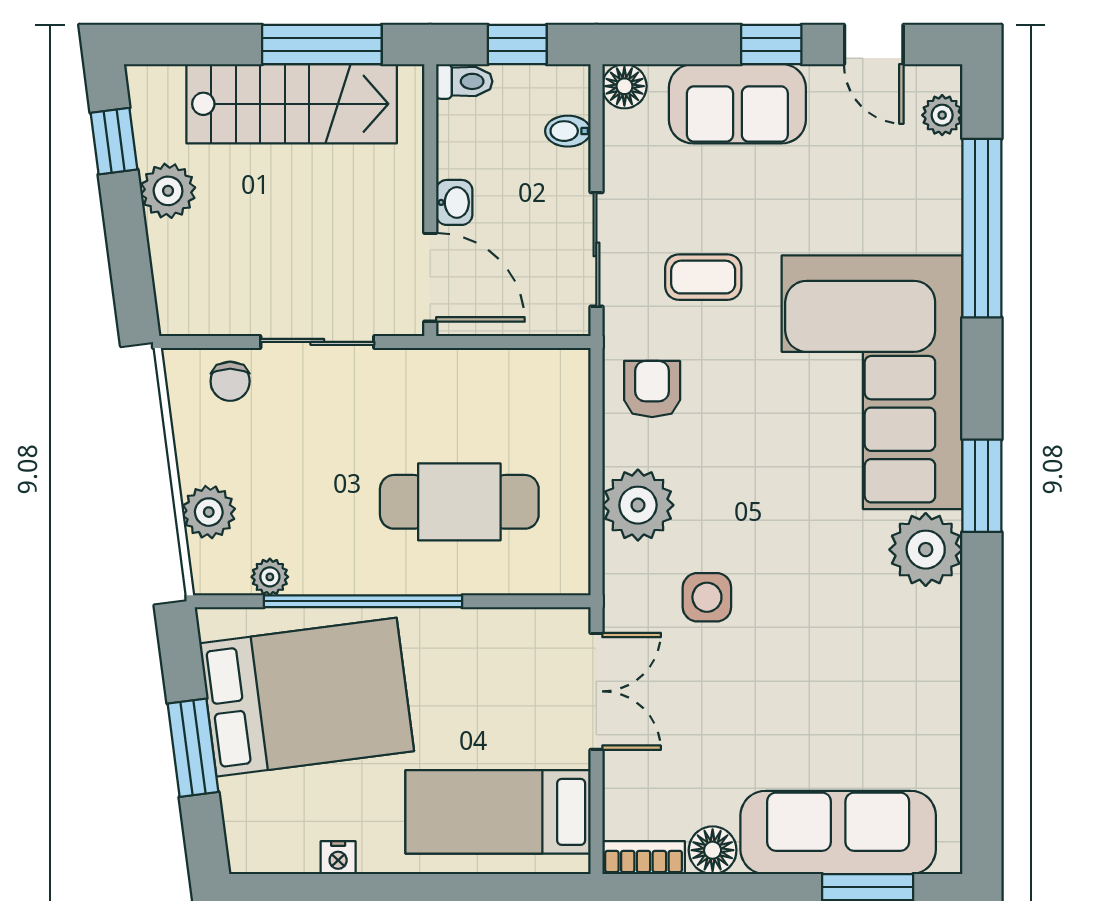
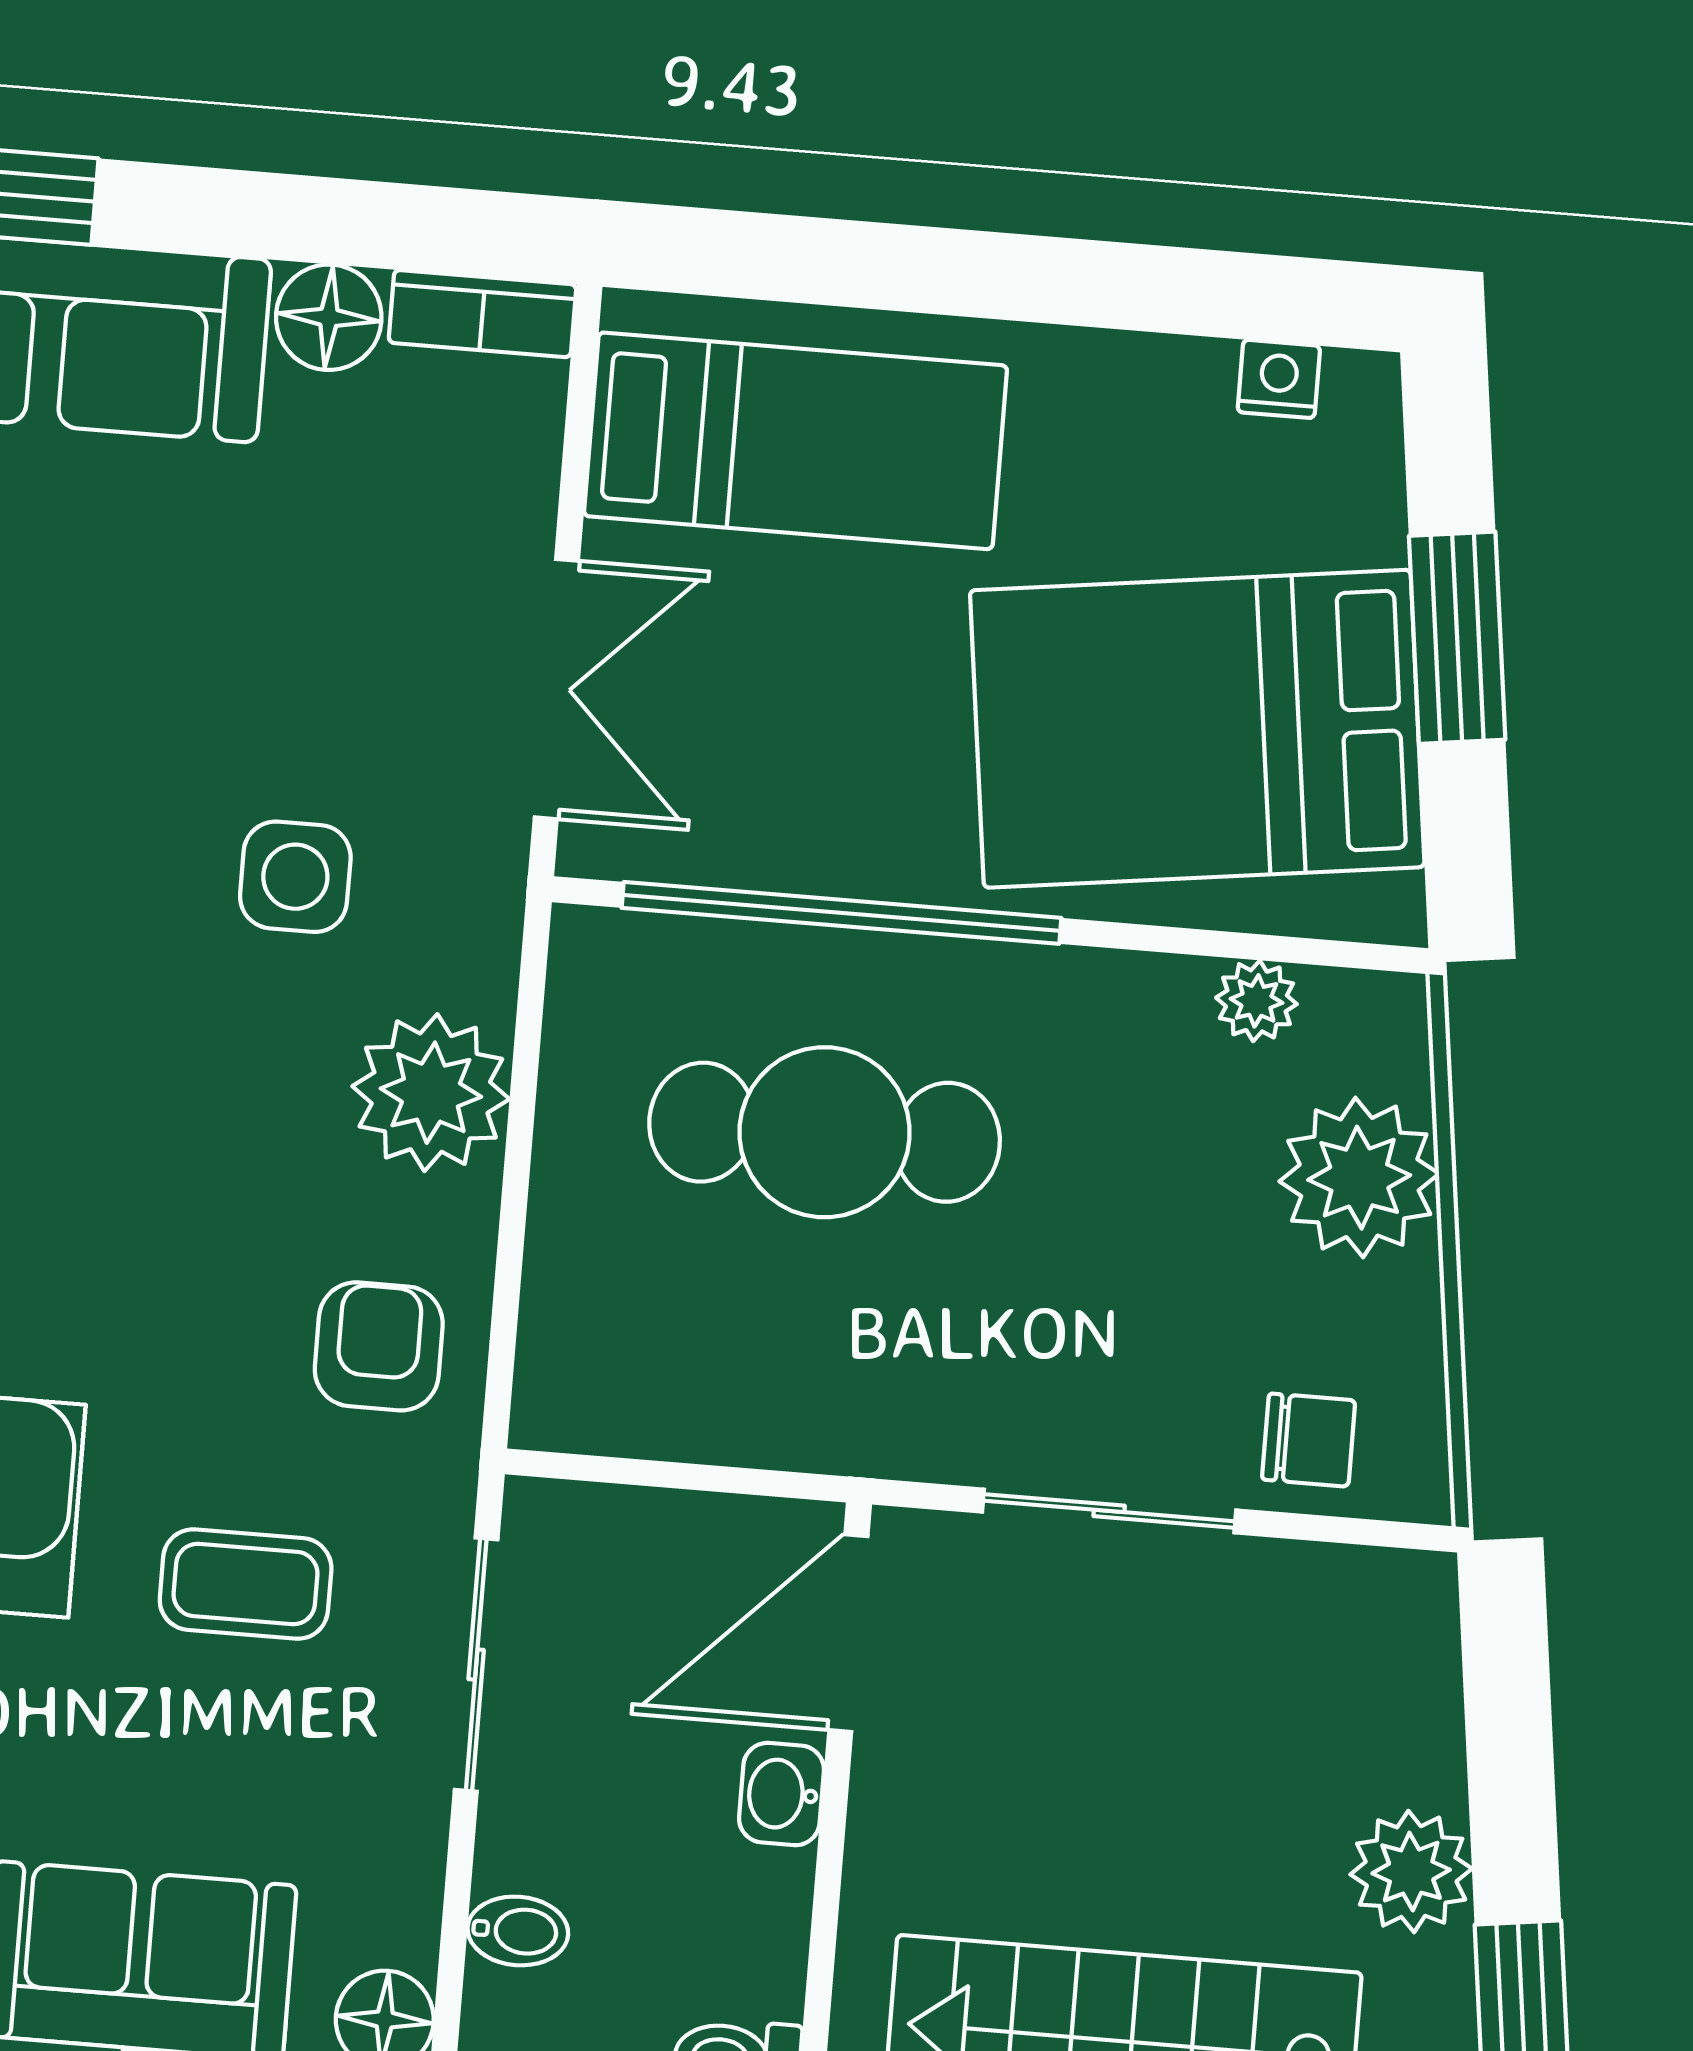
door: (430, 277) -> (848, 1633), hinge flipped
chair: (230, 381) -> (1309, 1440), turned 90
armchair: (652, 389) -> (379, 1346), turned 180
plant: (209, 512) -> (1359, 1178), width x1.36, depth x1.36
window: (363, 601) -> (841, 913), moved
double door: (596, 691) -> (556, 689), swing flipped
nightstand: (338, 858) -> (1279, 379), moved

